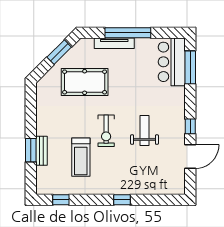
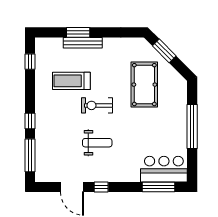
tv unit: (114, 43) -> (182, 113), removed
window: (59, 52) -> (164, 51), moved
bench: (41, 151) -> (83, 43), width x1.36
window: (158, 200) -> (30, 155), added

